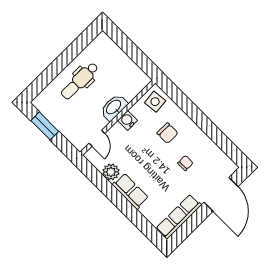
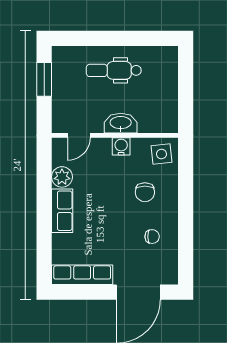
chair: (185, 163) -> (152, 237), moved

